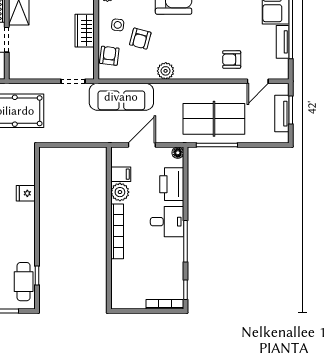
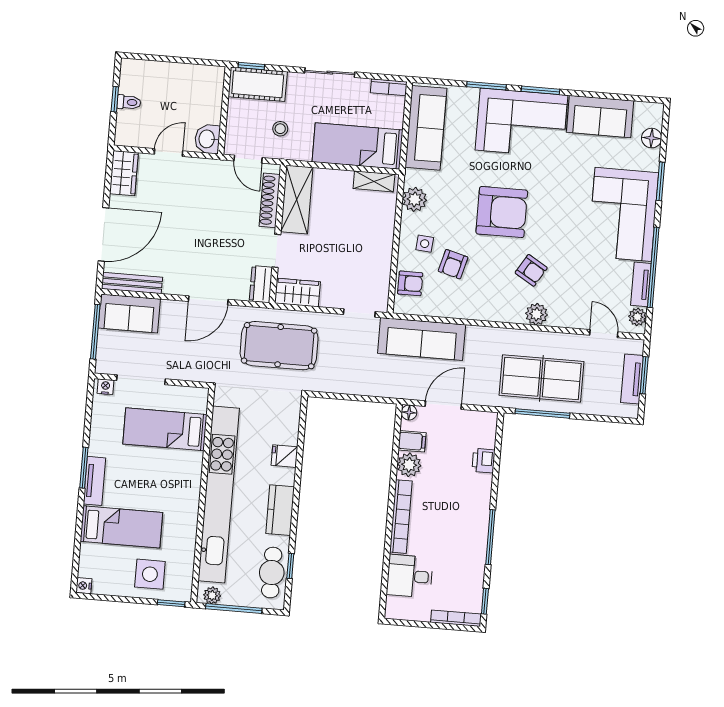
wardrobe: (85, 31) -> (297, 293), moved, turned 90
armchair: (109, 56) -> (410, 283), turned 83
armchair: (232, 60) -> (531, 270), moved, turned -149
plant: (282, 67) -> (637, 317), added
plant: (166, 71) -> (537, 314), moved
door: (258, 81) -> (604, 334), swing flipped
floor lamp: (178, 153) -> (409, 412), moved
printer: (172, 184) -> (484, 461), width x0.53, depth x0.68
desk: (167, 222) -> (410, 576), moved, turned 180
kitchen counter: (26, 234) -> (280, 510), added

